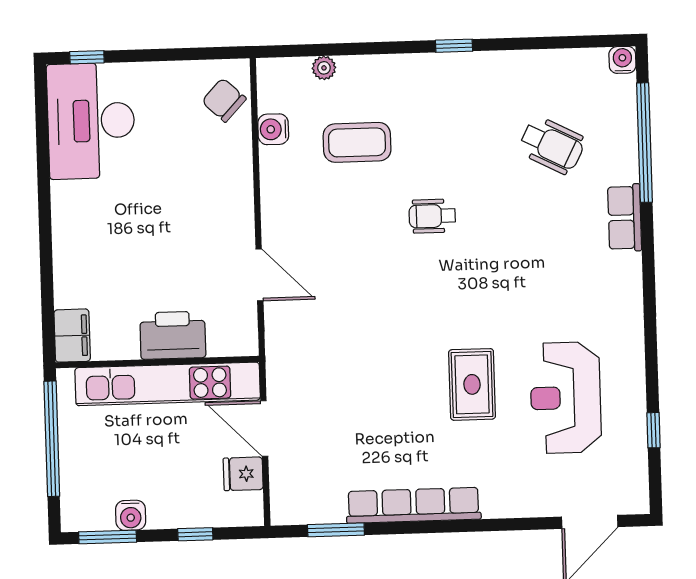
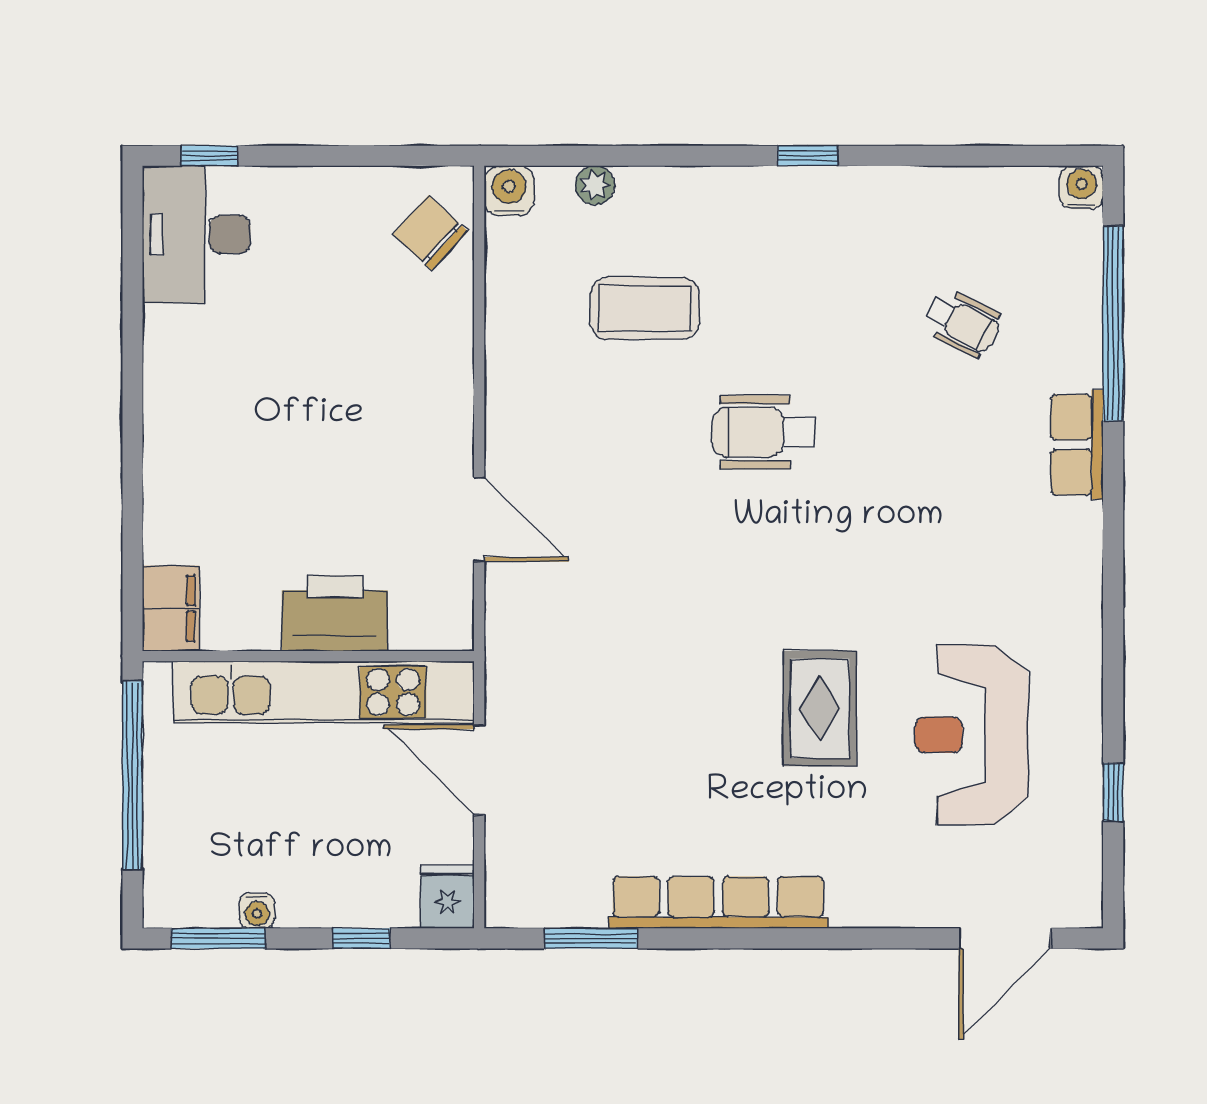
desk: (91, 121) -> (196, 234), width x0.73, depth x0.77
water cooler: (273, 129) -> (509, 191), moved, turned 90
wheelchair: (552, 145) -> (962, 323), width x0.73, depth x0.73
wheelchair: (432, 216) -> (763, 432), width x1.36, depth x1.37
fridge: (243, 474) -> (448, 897), moved, turned 90
water cooler: (131, 515) -> (257, 911), width x0.72, depth x0.72

